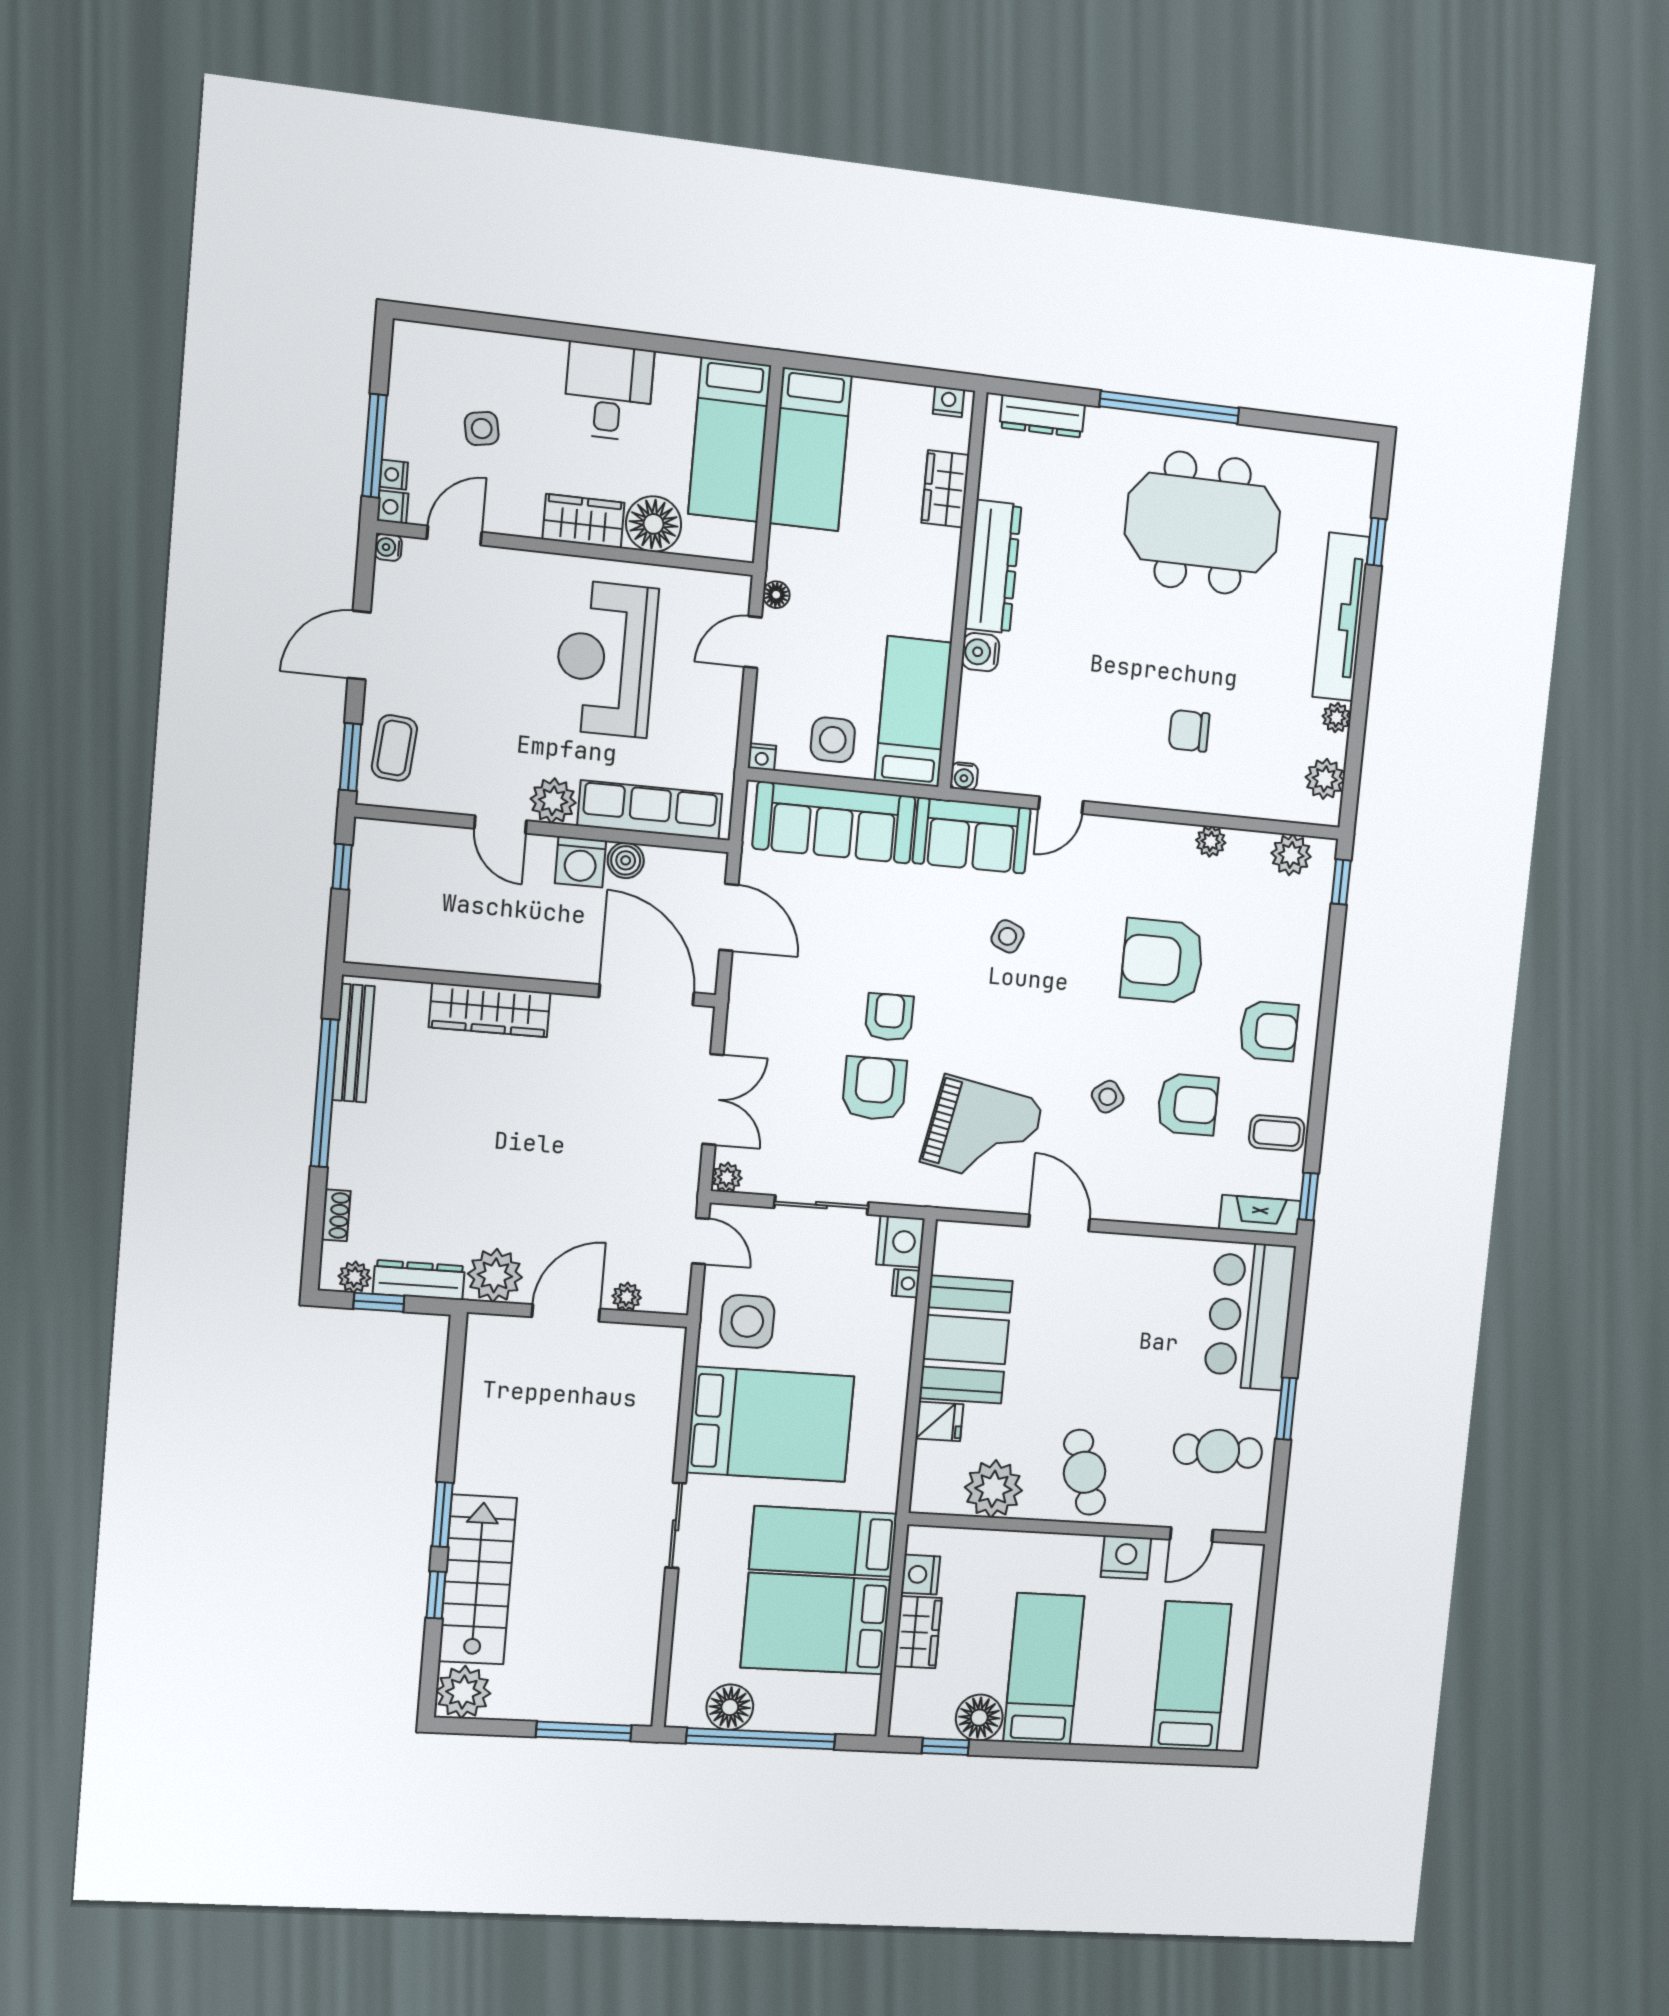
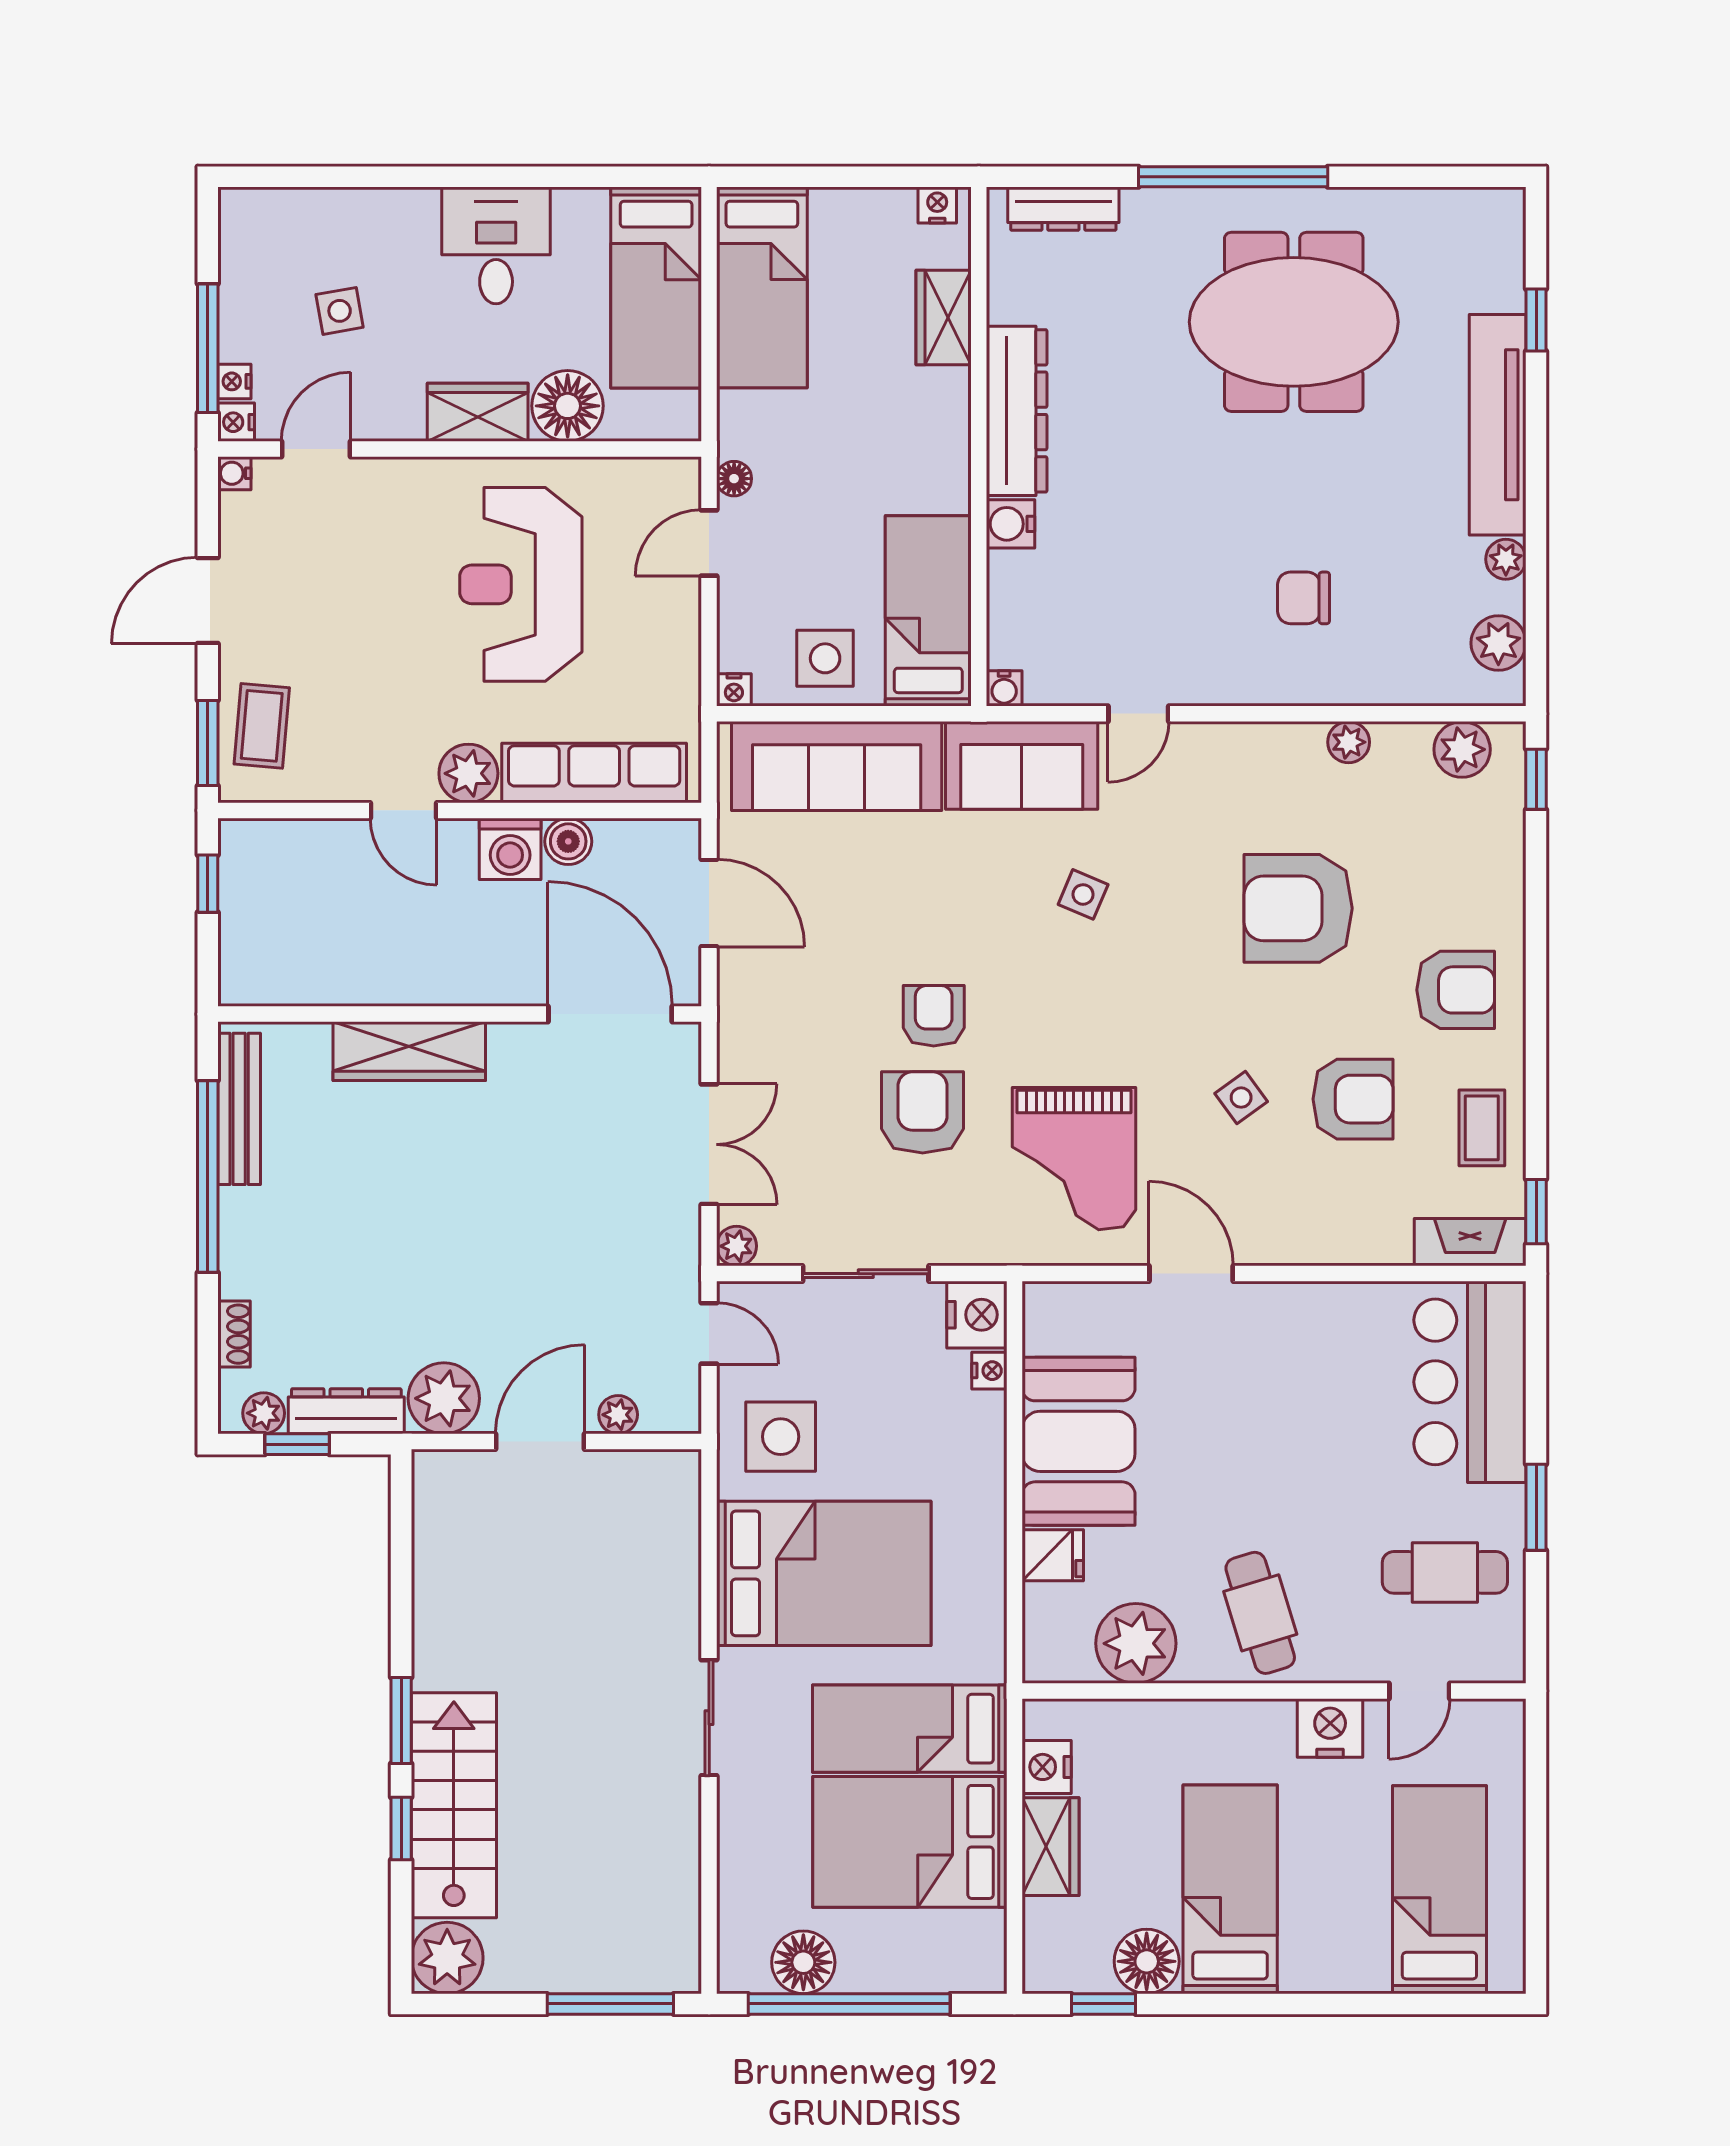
grand piano: (982, 1132) -> (1074, 1159), turned 79
coffee table: (1277, 1133) -> (1482, 1128), turned 90

